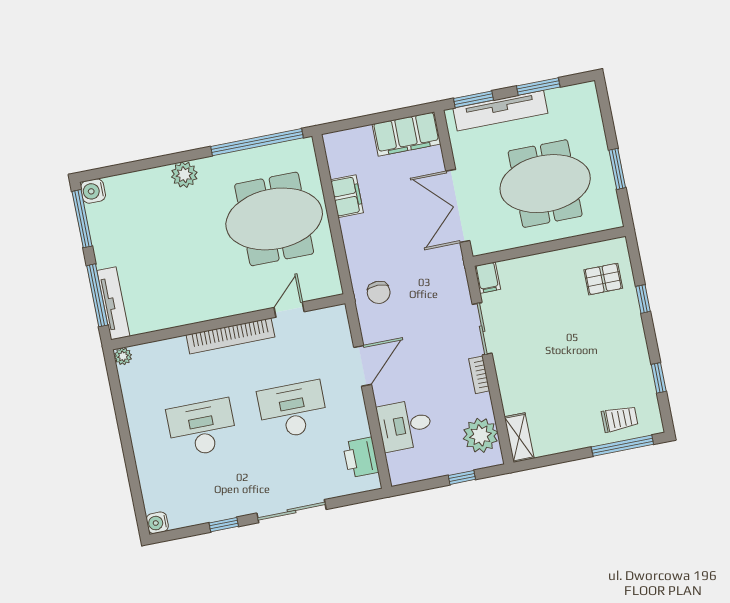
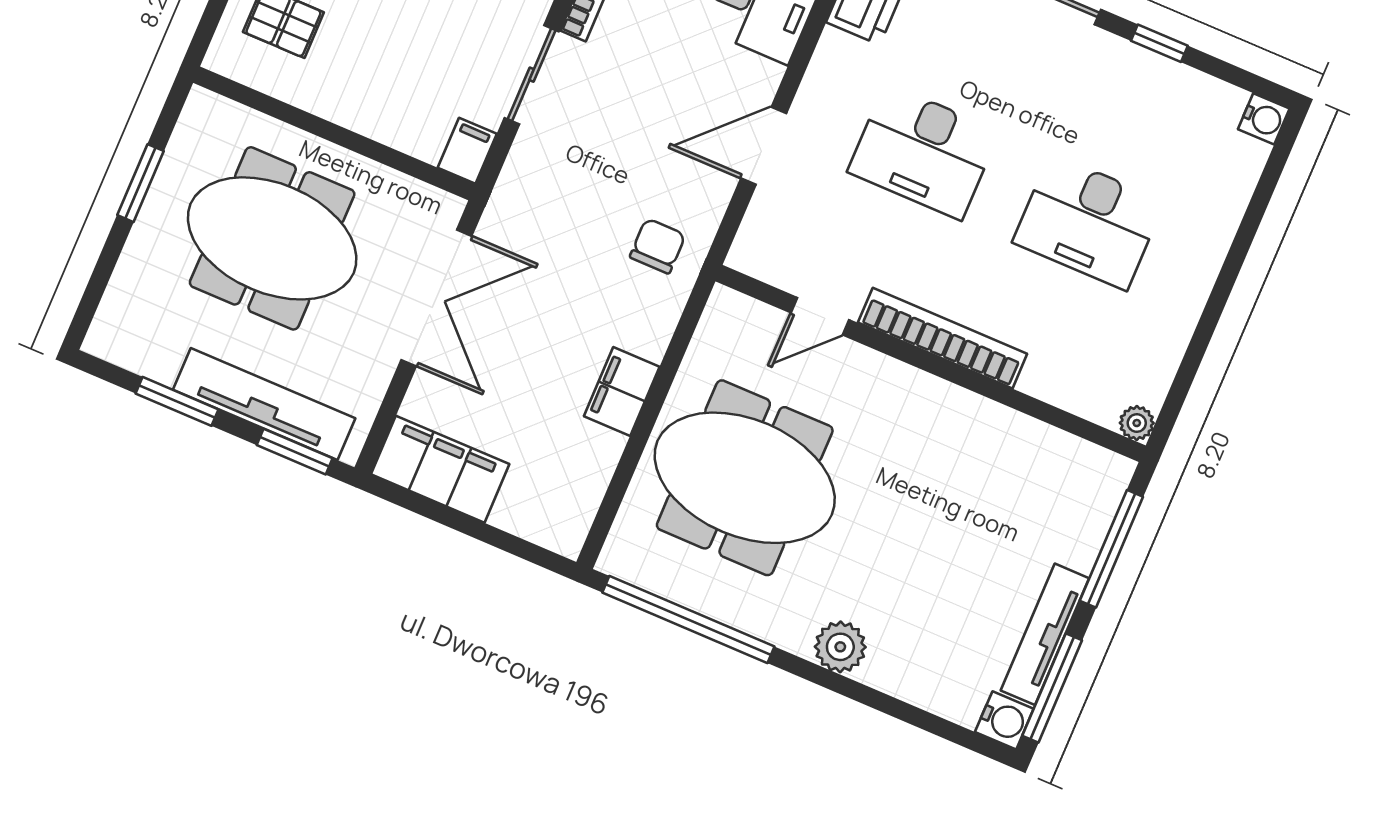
filing cabinet: (347, 196) -> (622, 391), moved
tv unit: (113, 303) -> (1045, 634), moved

